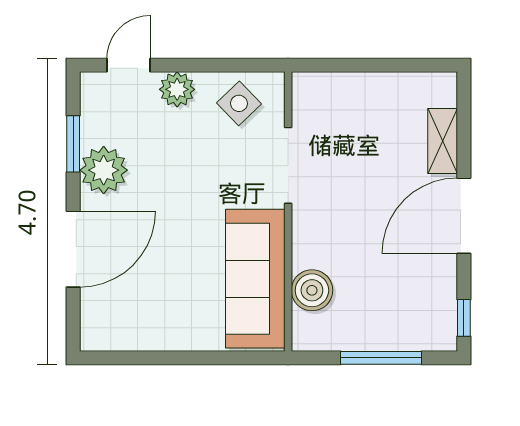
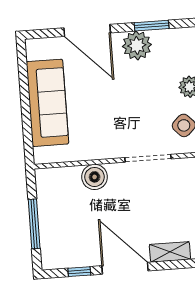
sofa: (255, 279) -> (47, 103), moved, turned 90
boiler: (312, 290) -> (95, 177), moved
window: (464, 318) -> (79, 272), moved

